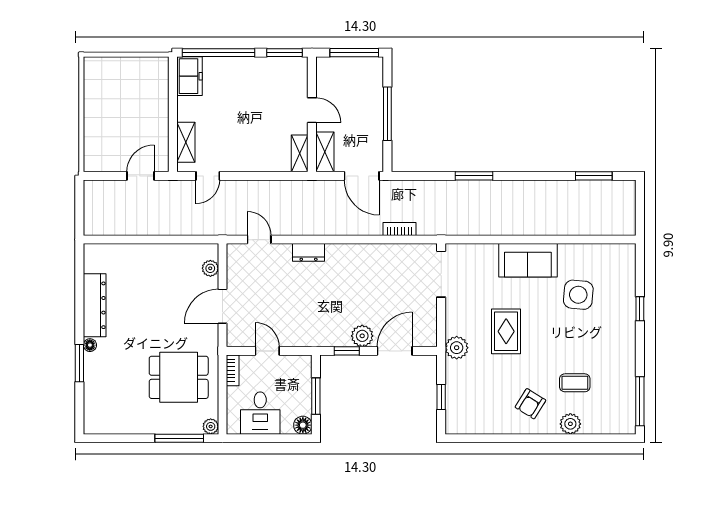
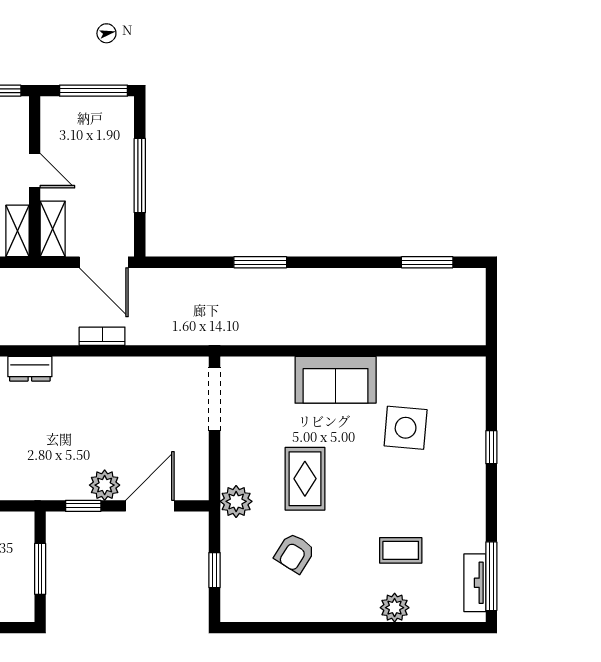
bookcase: (399, 229) -> (102, 336), moved
armchair: (530, 404) -> (295, 553), moved
tv unit: (628, 406) -> (475, 583), added
floor lamp: (303, 425) -> (22, 609), removed

